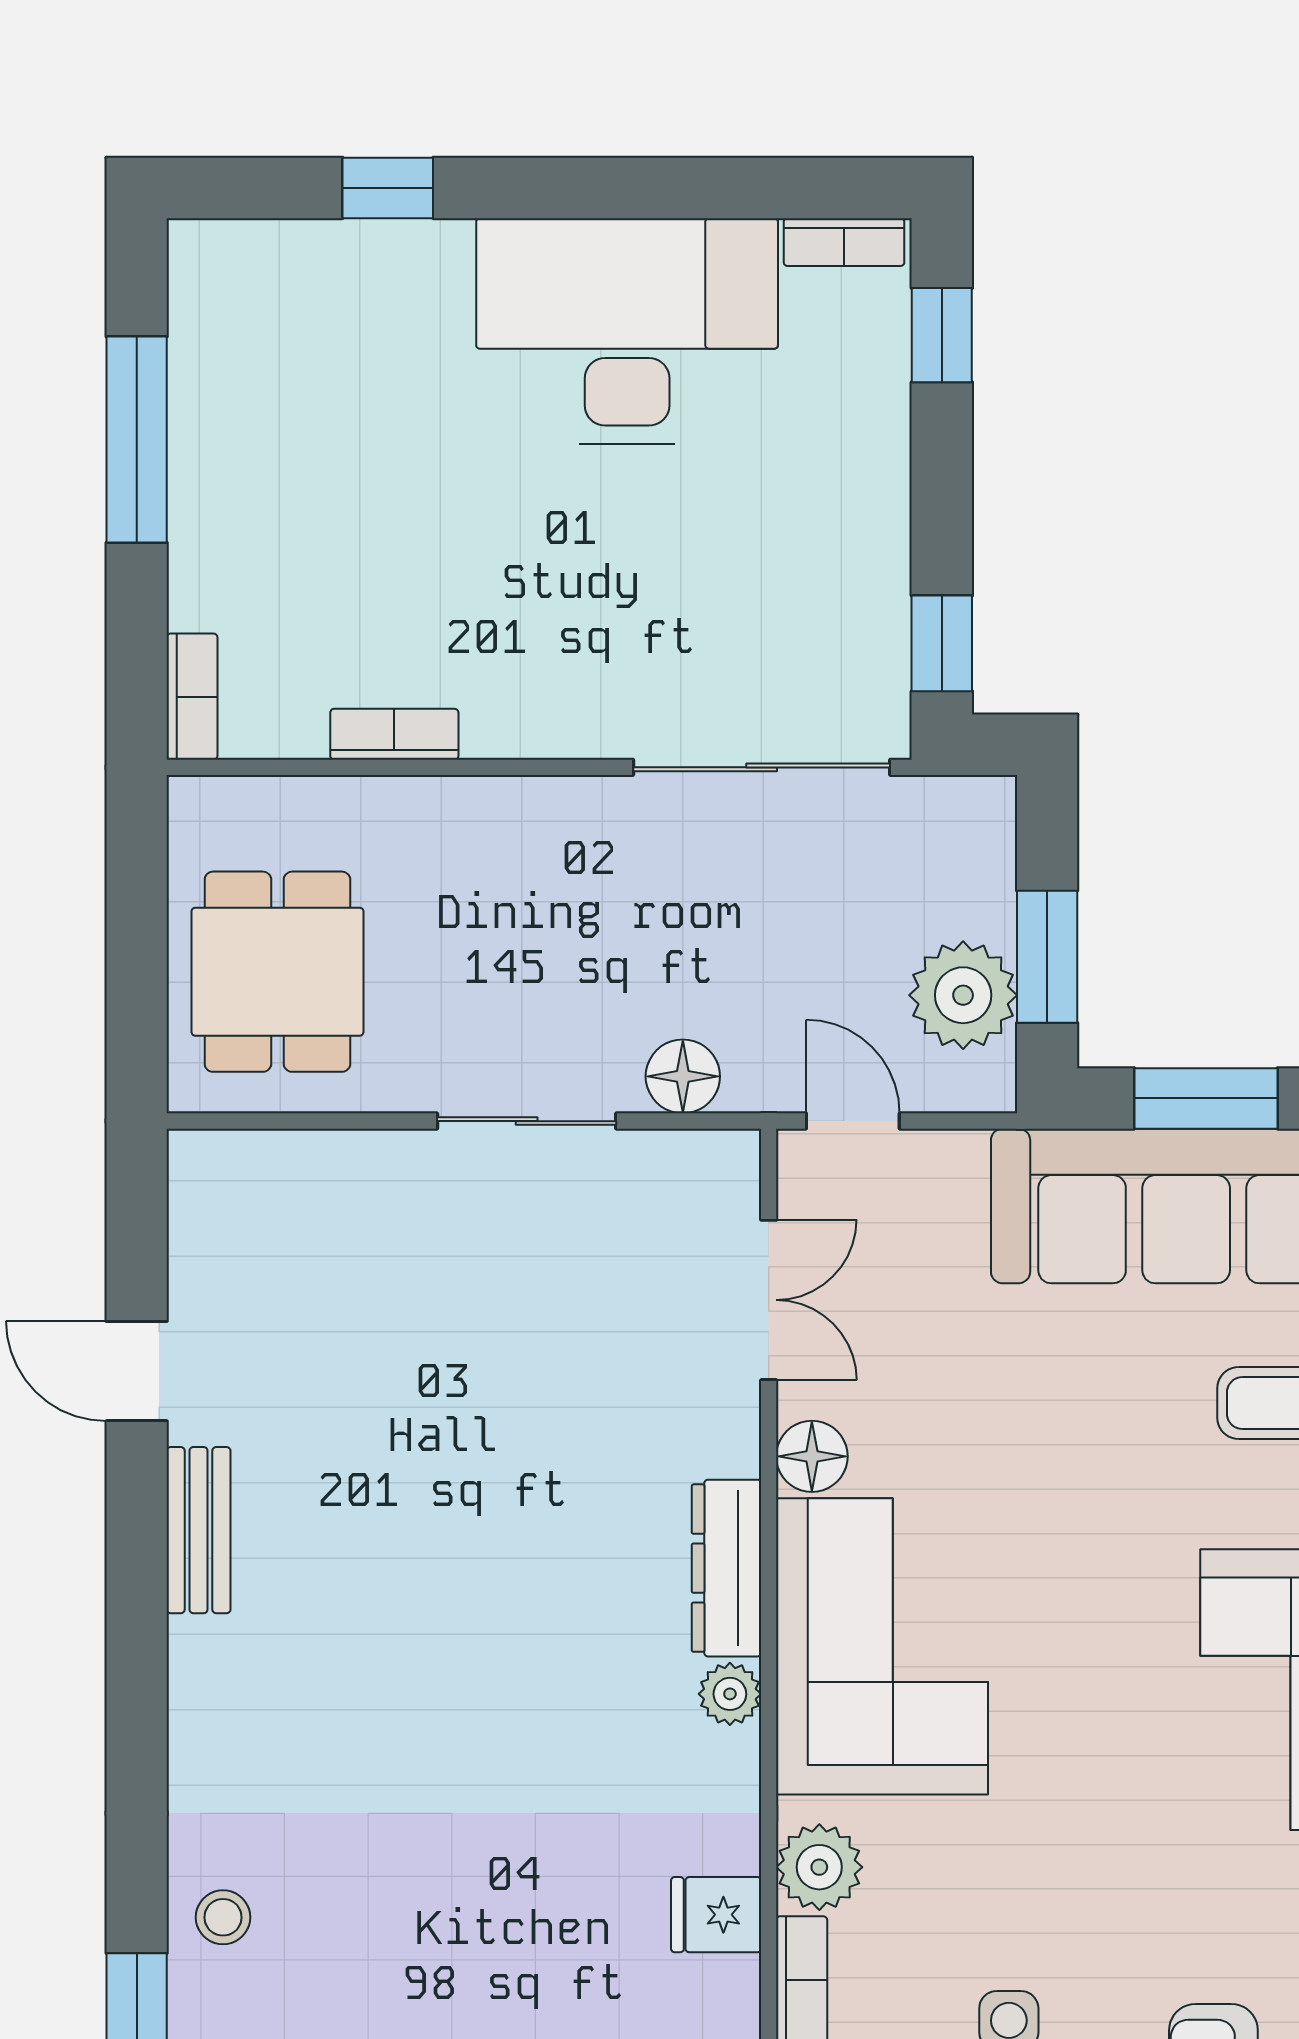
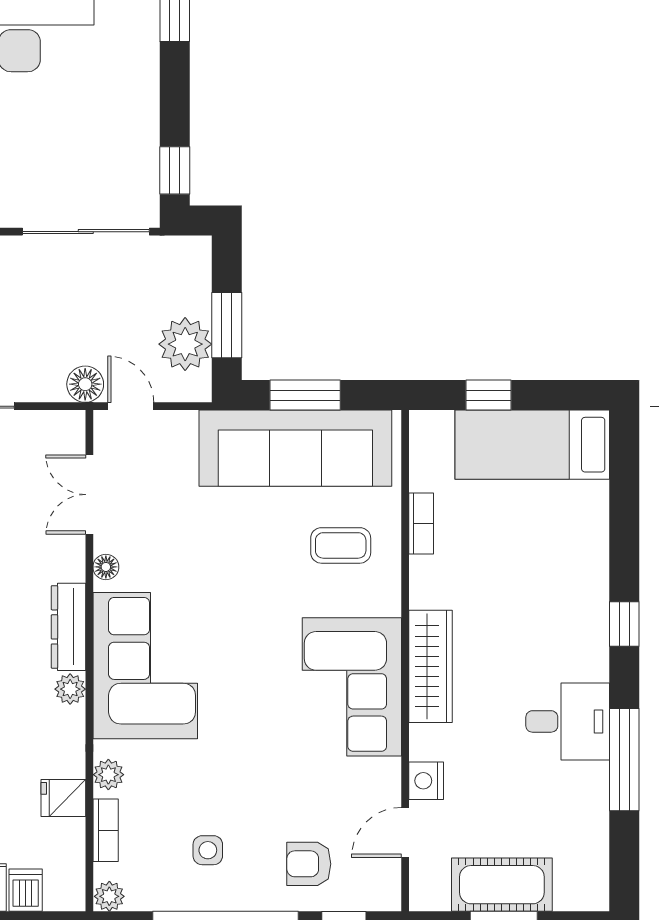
floor lamp: (683, 1076) -> (85, 384), moved
double door: (769, 1300) -> (89, 495), swing flipped
floor lamp: (812, 1456) -> (106, 567), width x0.73, depth x0.73
plant: (819, 1867) -> (108, 775), width x0.73, depth x0.73

